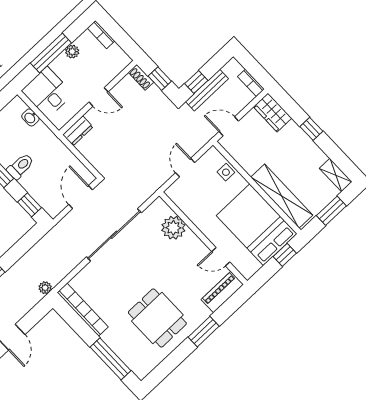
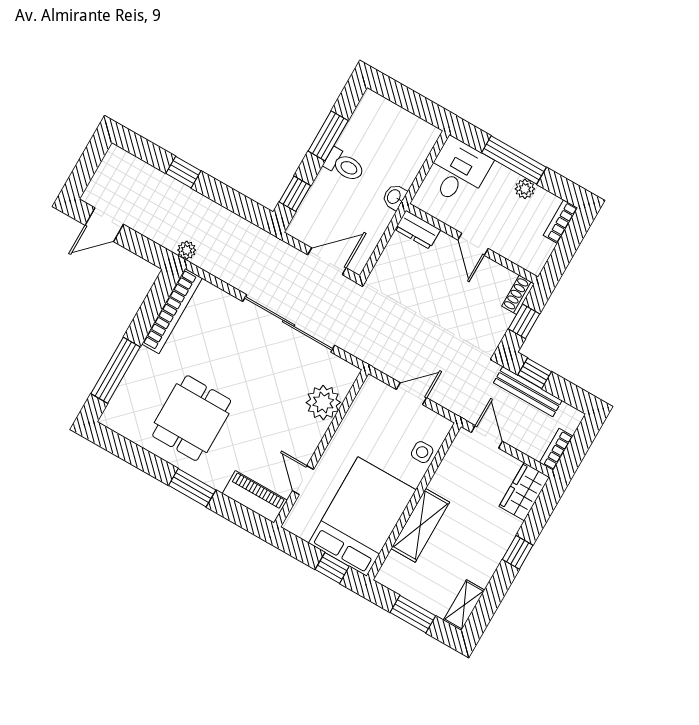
washbasin: (30, 117) -> (394, 197), moved
shelving: (282, 196) -> (420, 525), width x0.68

